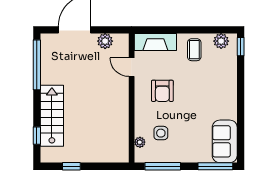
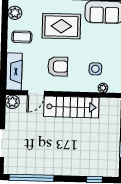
plant: (105, 41) -> (12, 102), moved
rug: (208, 94) -> (61, 26), added
stairs: (52, 116) -> (71, 107), moved, turned 180

